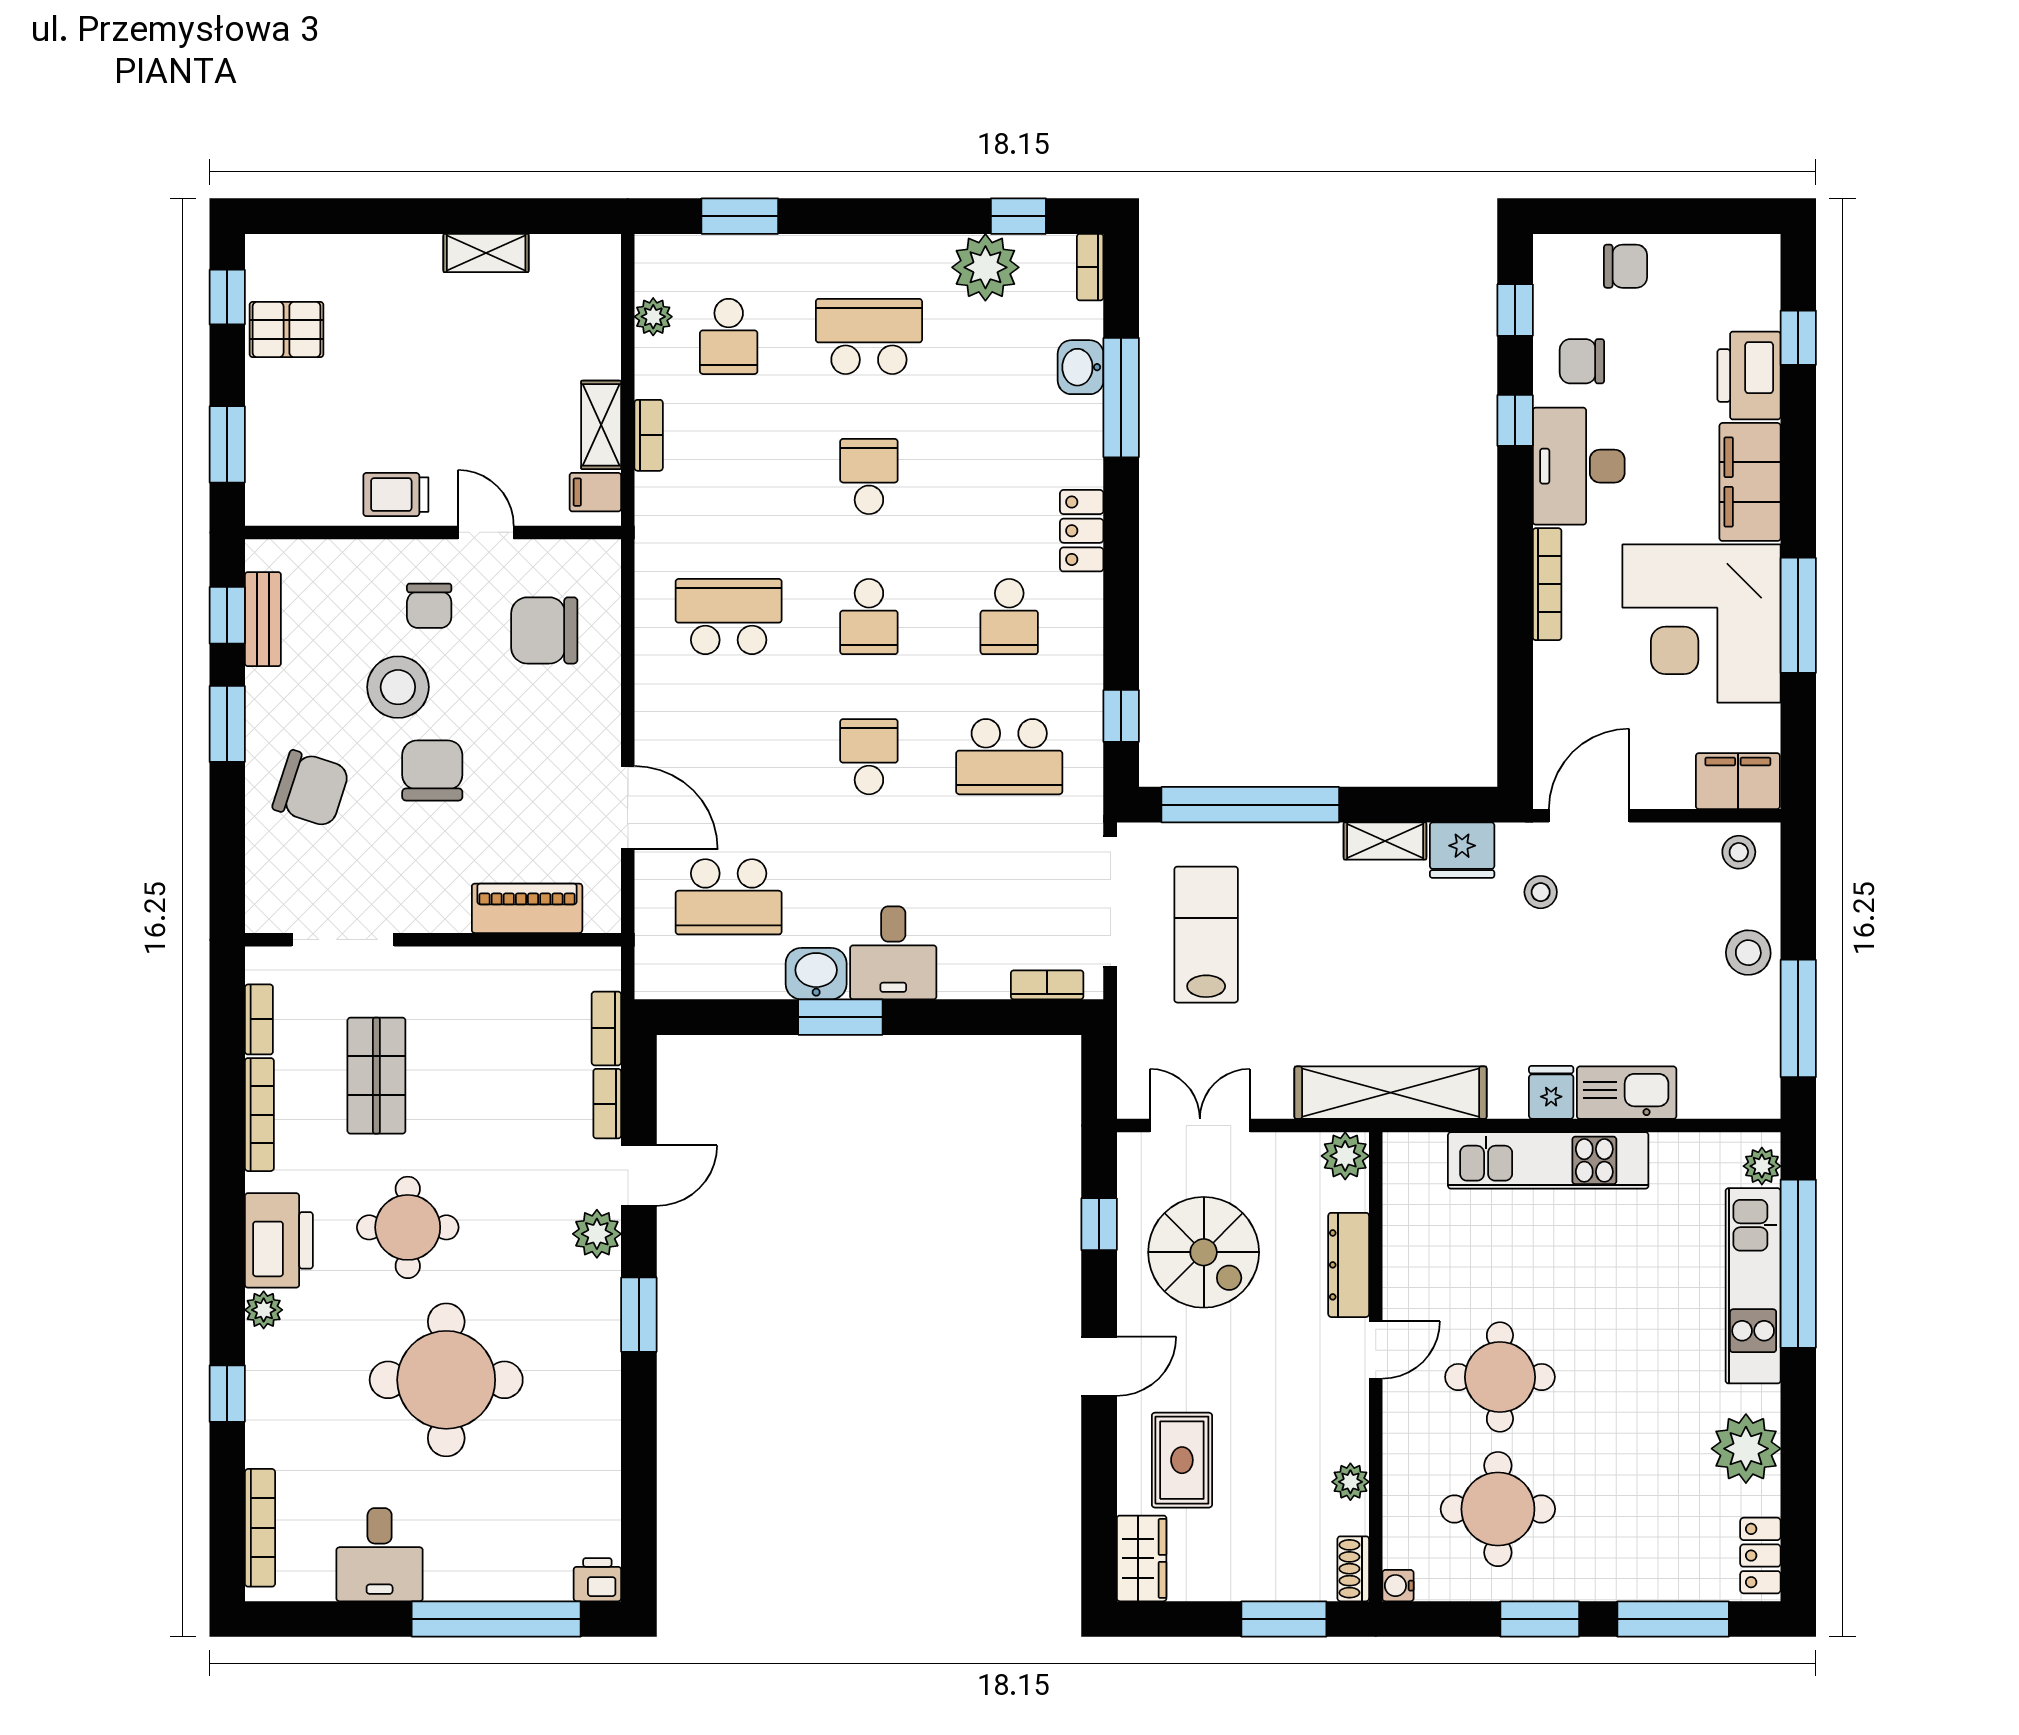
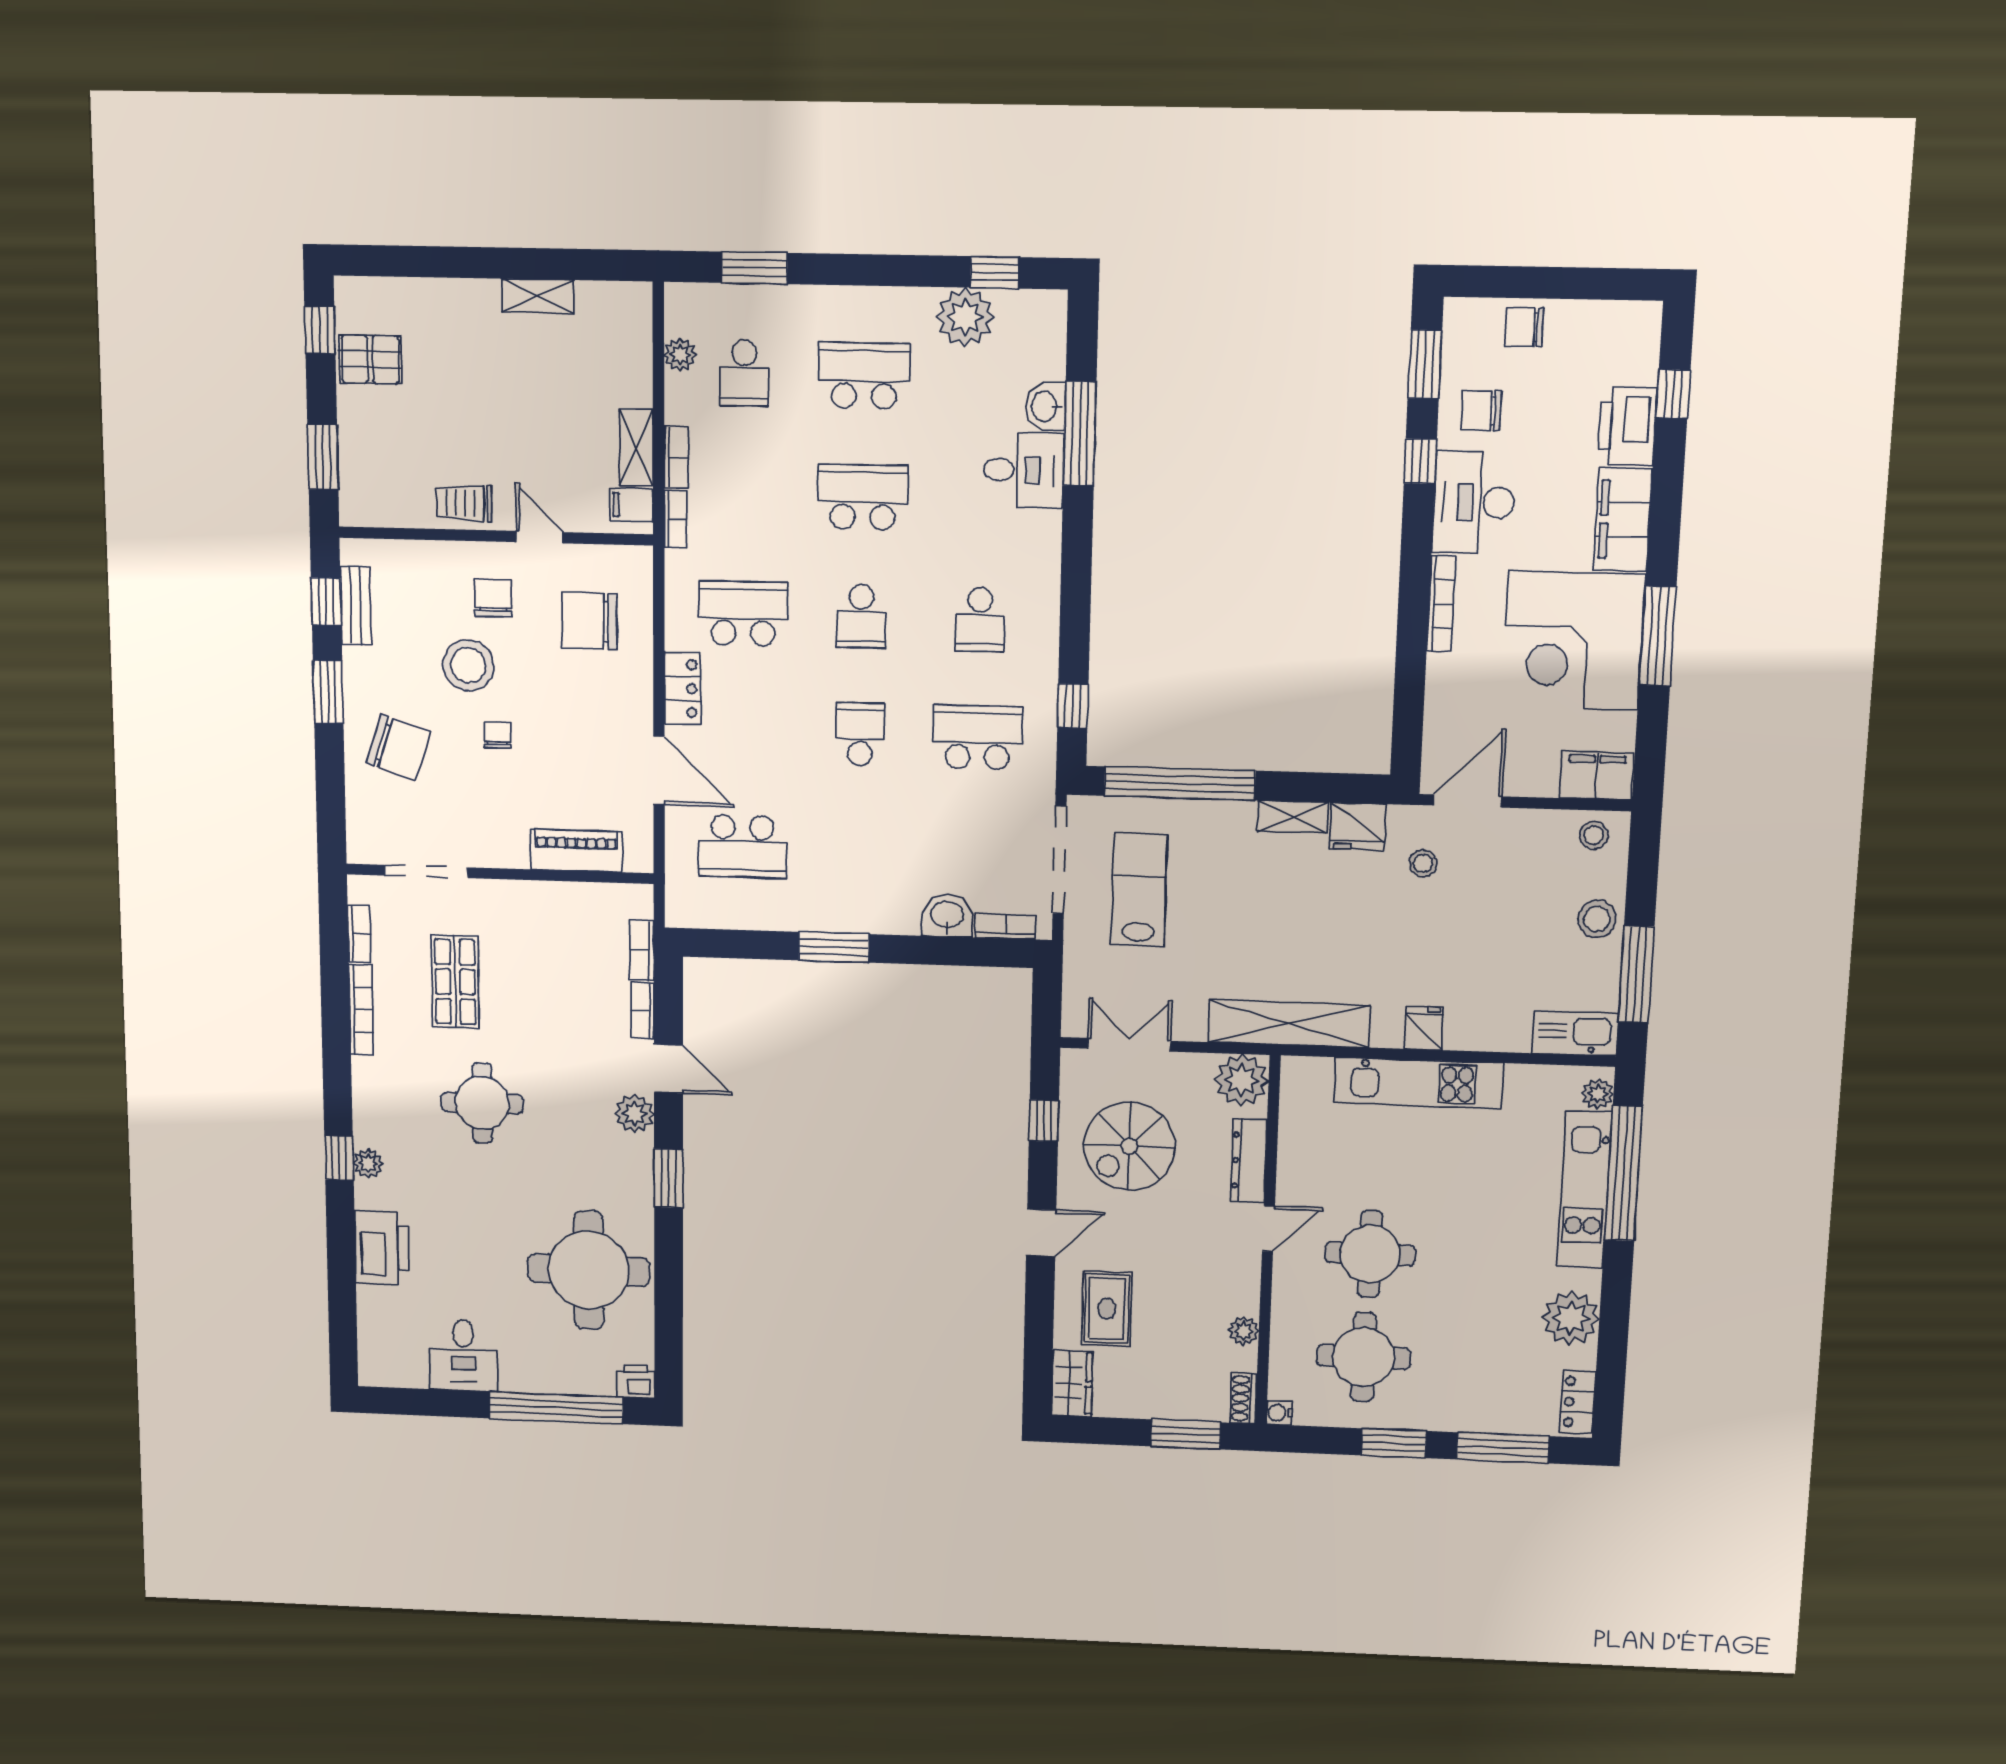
chair: (1626, 266) -> (1524, 327), turned 180
bookcase: (1090, 267) -> (675, 519), moved, turned 180
window: (1515, 310) -> (1425, 364), width x1.50
school desk: (869, 476) -> (863, 497), width x1.85
locker: (1082, 531) -> (683, 688), moved, turned 180
chair: (429, 606) -> (493, 598), turned 180
school desk: (1009, 757) -> (978, 737), turned 180
chair: (432, 770) -> (497, 735), width x0.54, depth x0.54
desk: (893, 953) -> (1024, 470), moved, turned -90
washbasin: (816, 974) -> (947, 916), moved
kitchen sink: (1627, 1093) -> (1575, 1033), moved
plant: (1345, 1156) -> (1242, 1080), width x1.36, depth x1.36
door: (639, 1176) -> (668, 1069), hinge flipped
printer: (279, 1240) -> (382, 1248), moved
spiral stairs: (1204, 1252) -> (1129, 1146), turned 90
round table: (446, 1380) -> (589, 1270), moved
window: (227, 1394) -> (339, 1158), moved
bookcase: (260, 1528) -> (369, 1331), removed

